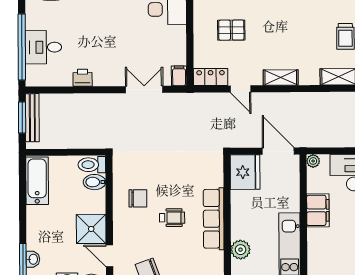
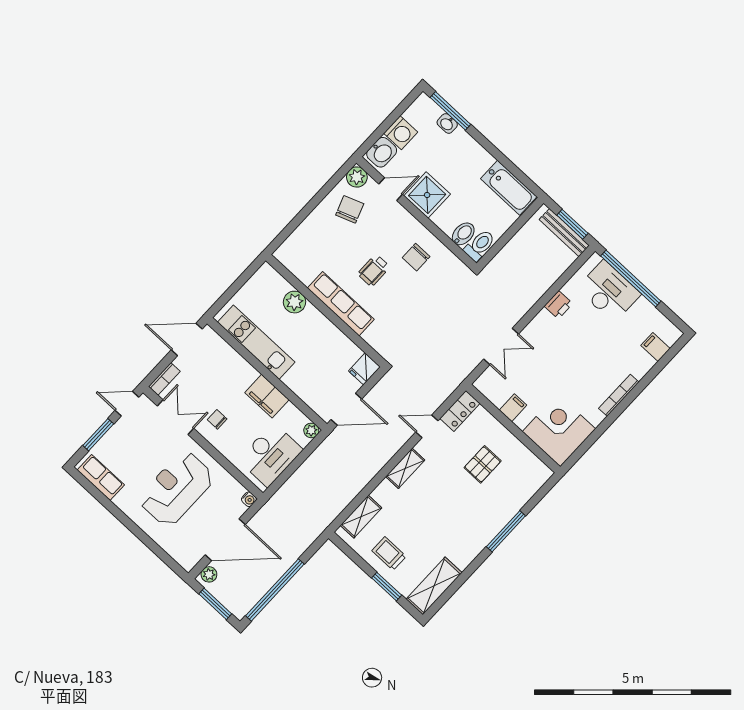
desk: (43, 47) -> (609, 291), width x1.37
filing cabinet: (179, 76) -> (513, 408), moved, turned -90
fridge: (245, 172) -> (364, 369), width x0.53, depth x0.75

